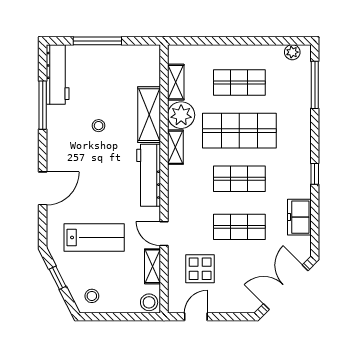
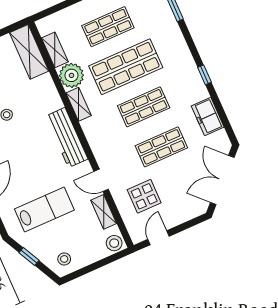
shelving: (149, 115) -> (29, 52), moved

